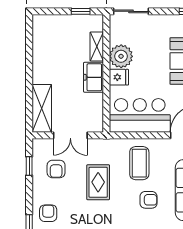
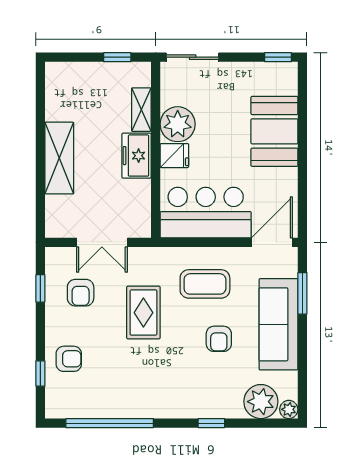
shelving: (42, 108) -> (59, 158), moved
coffee table: (139, 163) -> (205, 284), turned 90
armchair: (149, 200) -> (219, 339), turned 90
armchair: (48, 213) -> (69, 359), turned 90

